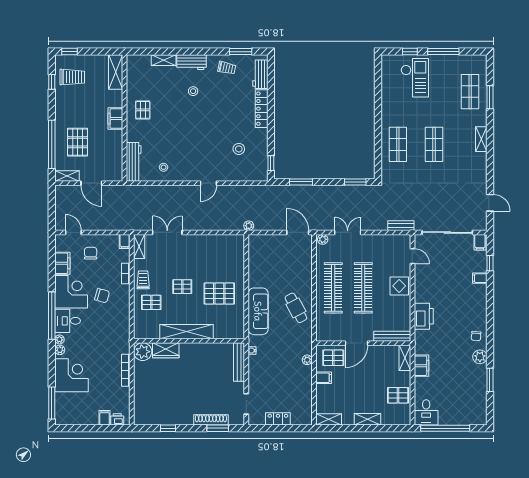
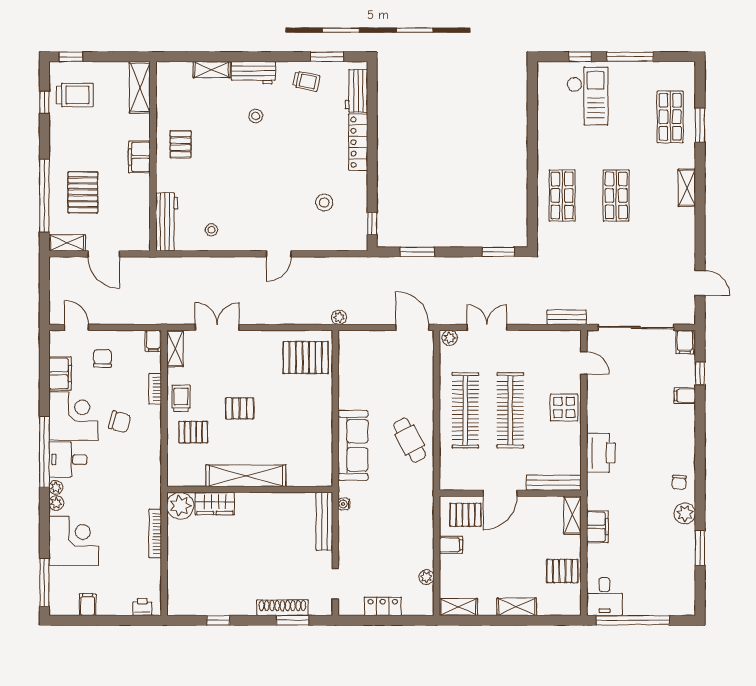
pallet: (219, 294) -> (306, 358), moved
plant: (307, 360) -> (426, 577), moved
filing cabinet: (104, 418) -> (87, 605), moved

